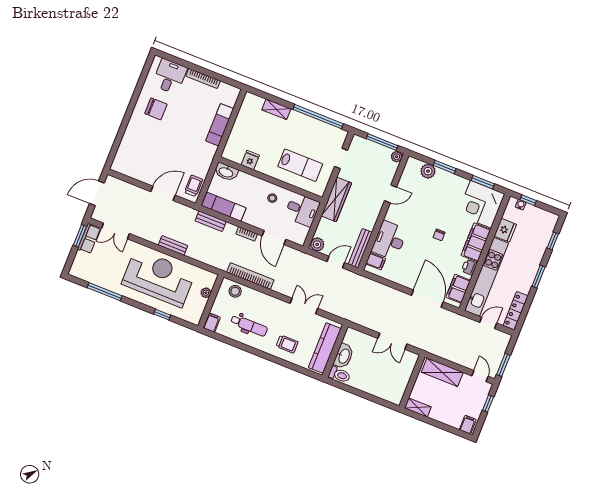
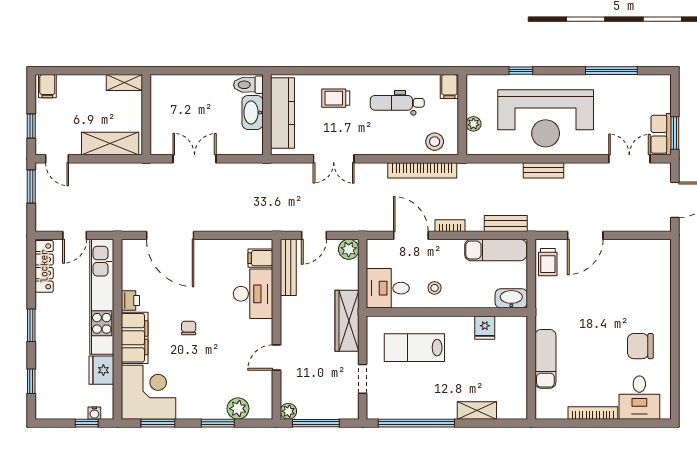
filing cabinet: (458, 289) -> (134, 265), removed

